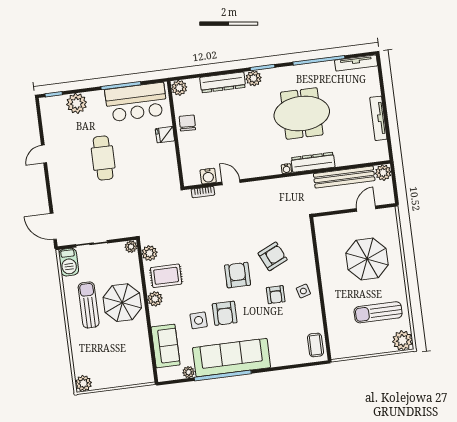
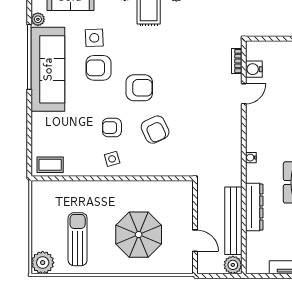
dresser: (313, 162) -> (254, 207), moved

